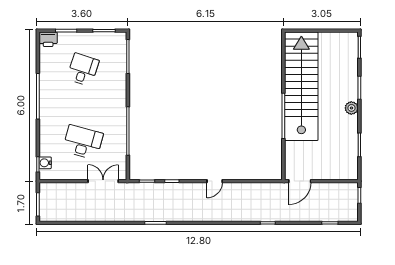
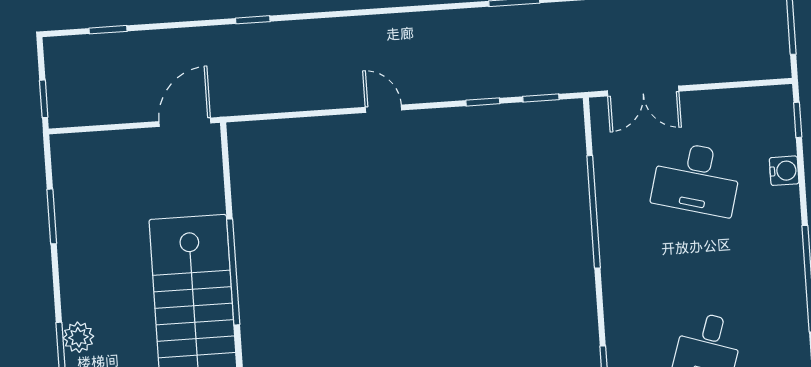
plant: (351, 108) -> (78, 337), moved
water cooler: (45, 163) -> (784, 171), moved
door: (215, 181) -> (383, 109), hinge flipped

